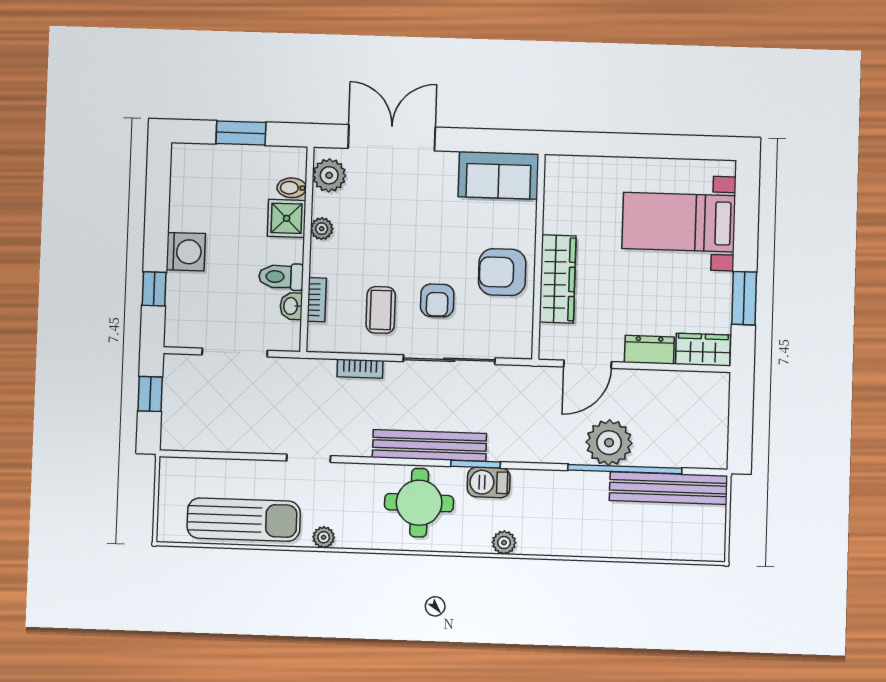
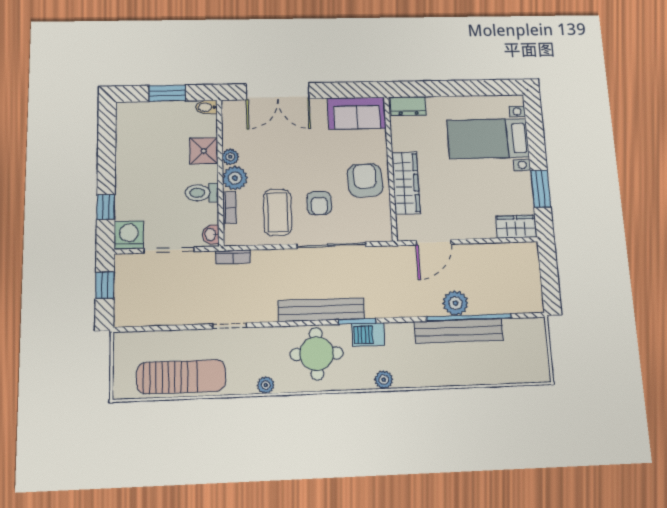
double door: (392, 138) -> (278, 91), swing flipped
plant: (329, 175) -> (235, 178), moved
bidet: (292, 188) -> (206, 107), moved
washing machine: (186, 252) -> (129, 235), moved, turned -90
armchair: (502, 272) -> (365, 180), turned 87
washbasin: (291, 306) -> (211, 235), moved
coffee table: (381, 310) -> (278, 212), width x1.36, depth x1.30
dresser: (649, 350) -> (408, 106), moved, turned 180
bookcase: (360, 369) -> (233, 257), moved
plant: (609, 443) -> (455, 303), width x0.73, depth x0.73
bench: (668, 488) -> (459, 331), moved
plant: (324, 537) -> (266, 385), moved

